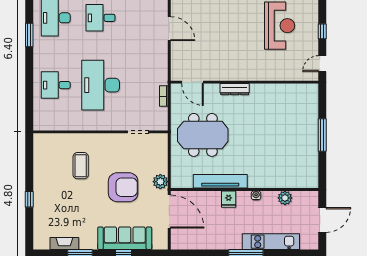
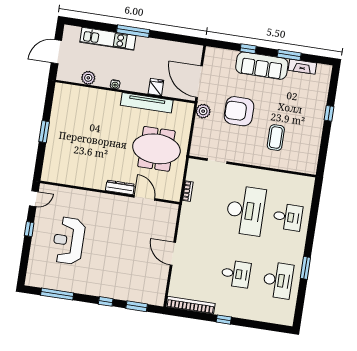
door: (192, 82) -> (145, 198), moved
window: (322, 135) -> (44, 132), width x0.69
fridge: (229, 199) -> (156, 87), moved
sofa: (125, 238) -> (262, 66), moved

